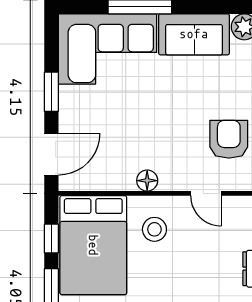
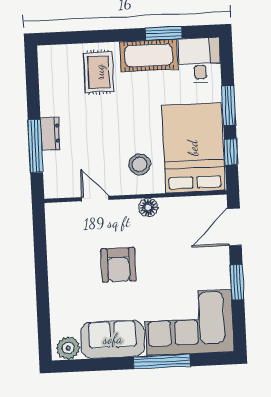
armchair: (229, 139) -> (118, 265), moved

